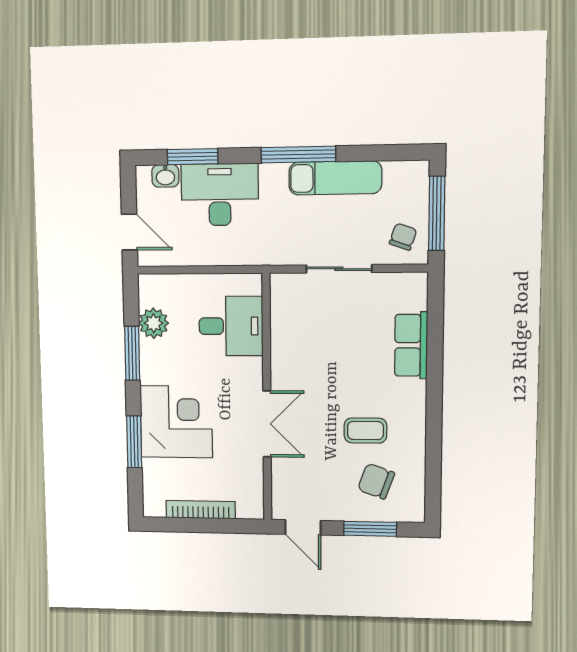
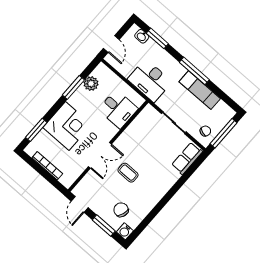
desk: (220, 195) -> (150, 80), moved, turned 180
row of seats: (411, 345) -> (187, 158), moved
coffee table: (365, 431) -> (128, 173), moved
window: (134, 442) -> (36, 130), moved
water cooler: (412, 510) -> (125, 231), added

